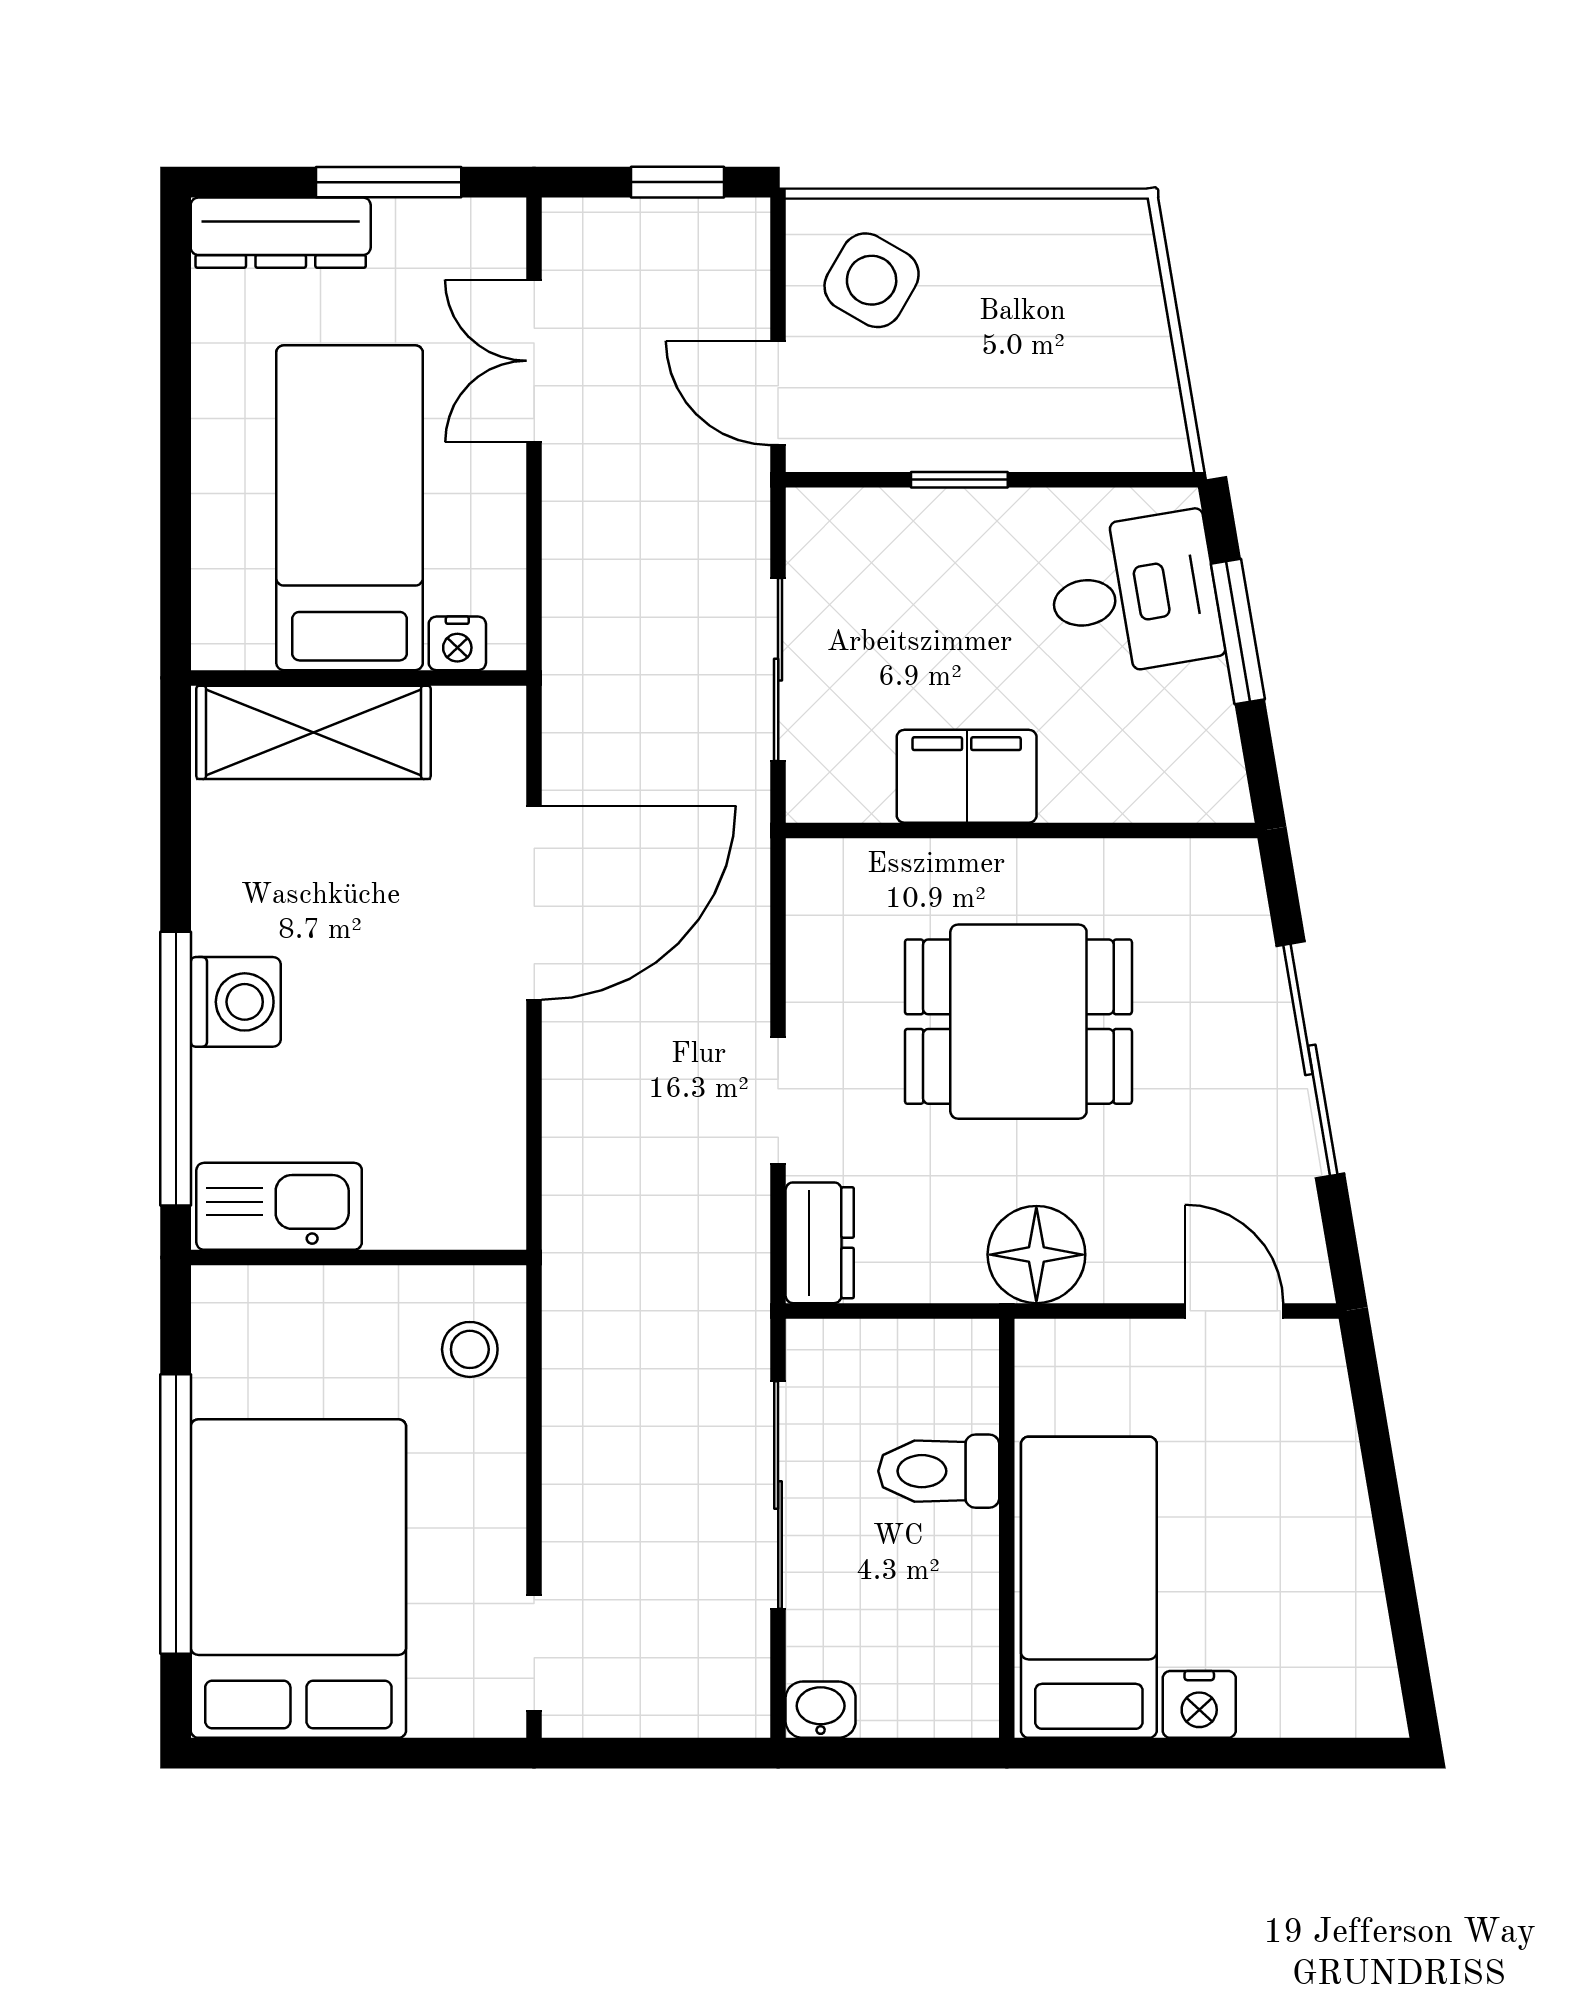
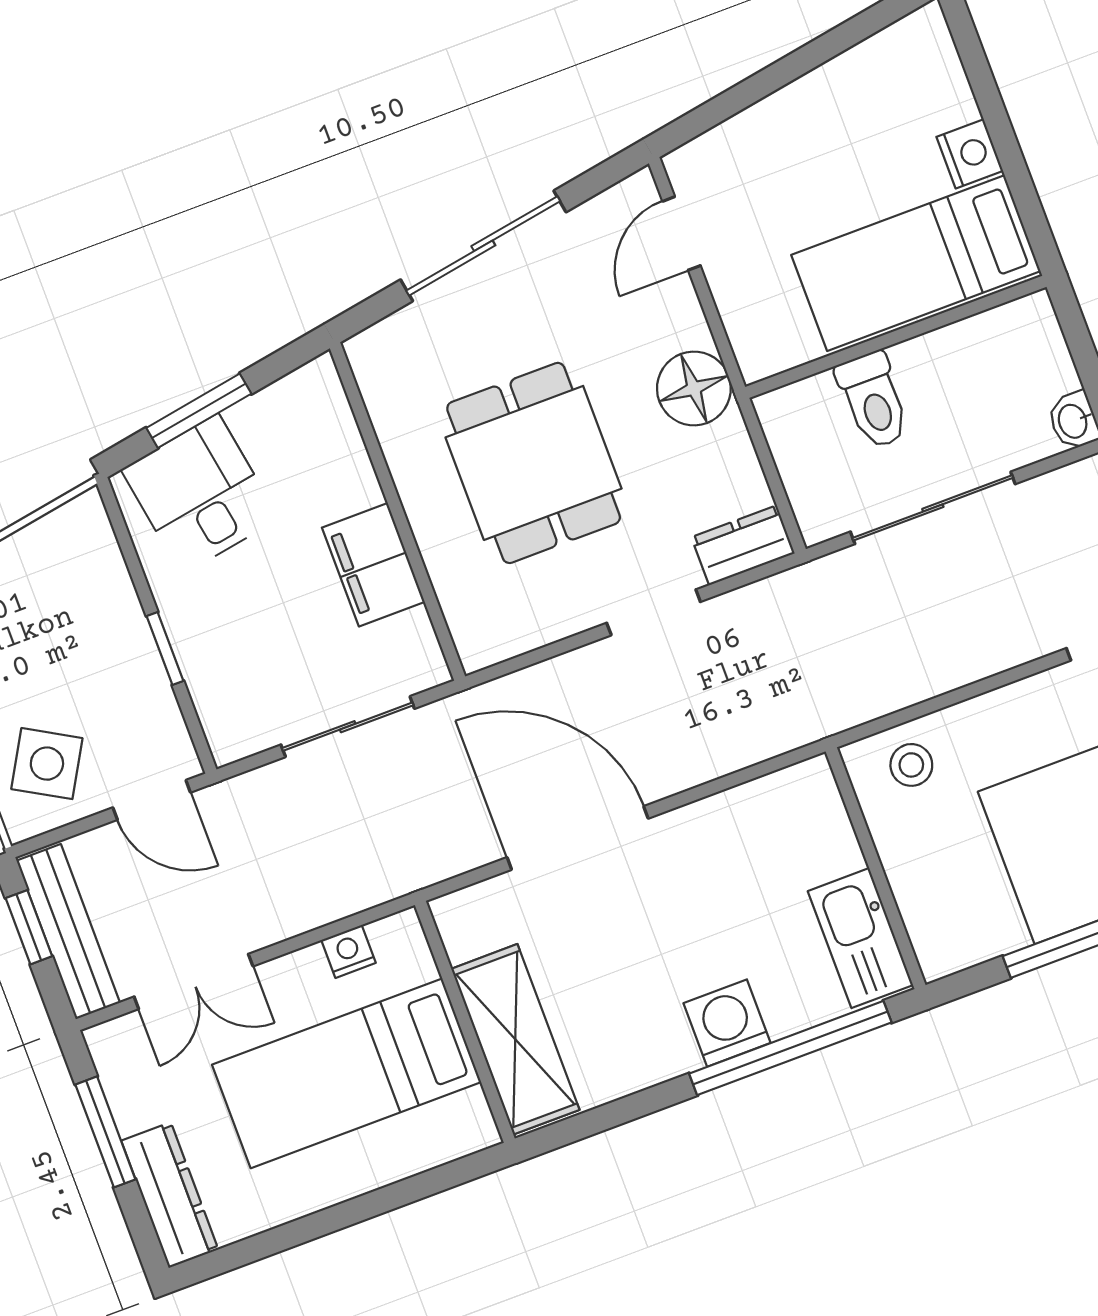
bench: (654, 229) -> (68, 932), added
door: (778, 393) -> (152, 800), hinge flipped
nightstand: (457, 643) -> (348, 951), moved, turned -90

